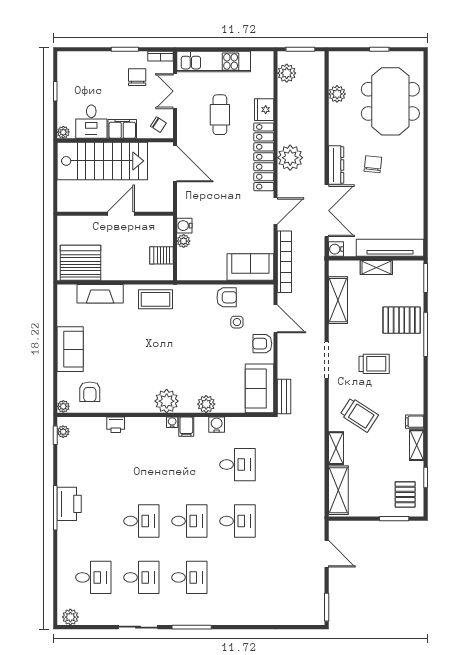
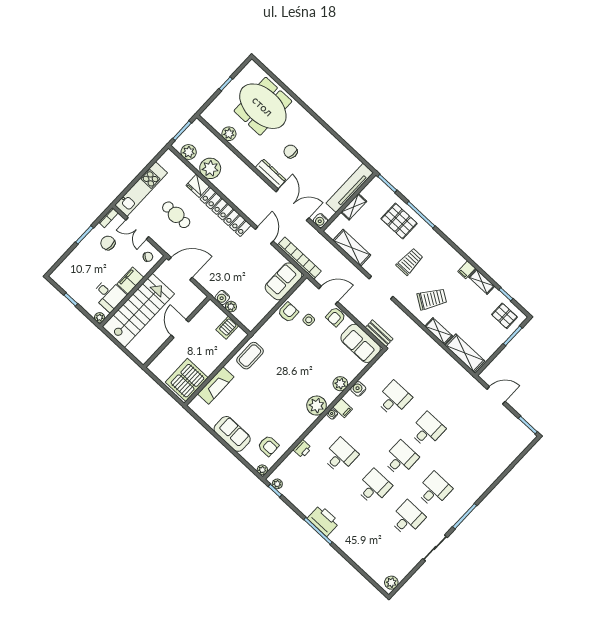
plant: (290, 158) -> (210, 168), moved
pallet: (402, 320) -> (399, 221), turned 90
desk: (93, 577) -> (340, 456), moved

